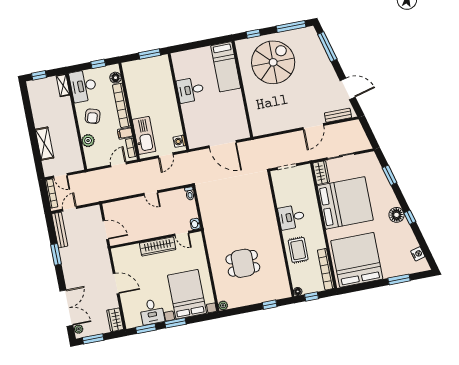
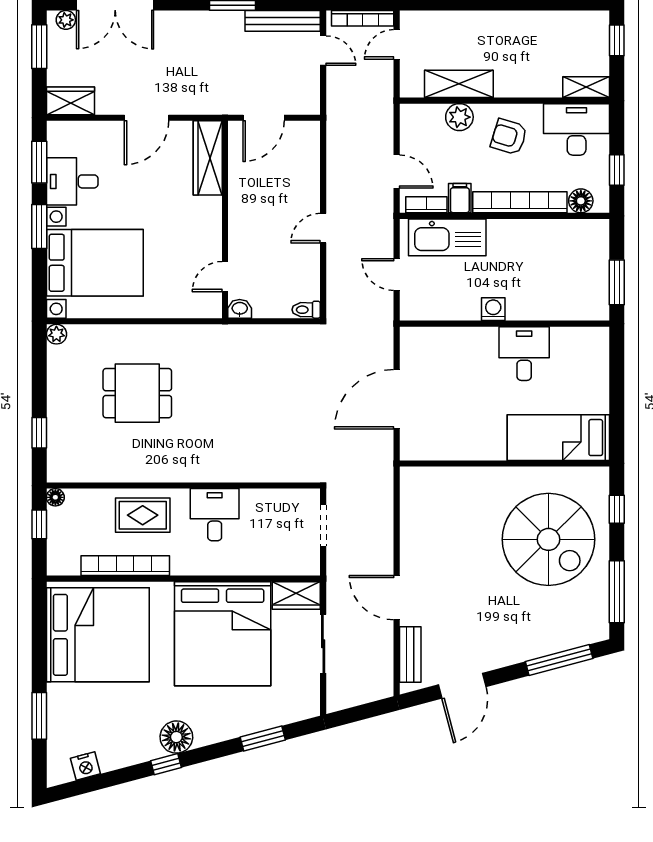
washing machine: (179, 141) -> (493, 309), moved
shelving: (44, 144) -> (459, 84), moved
wardrobe: (158, 246) -> (208, 158), moved
dining table: (243, 263) -> (137, 393), turned 90
bookcase: (326, 269) -> (125, 566), moved

